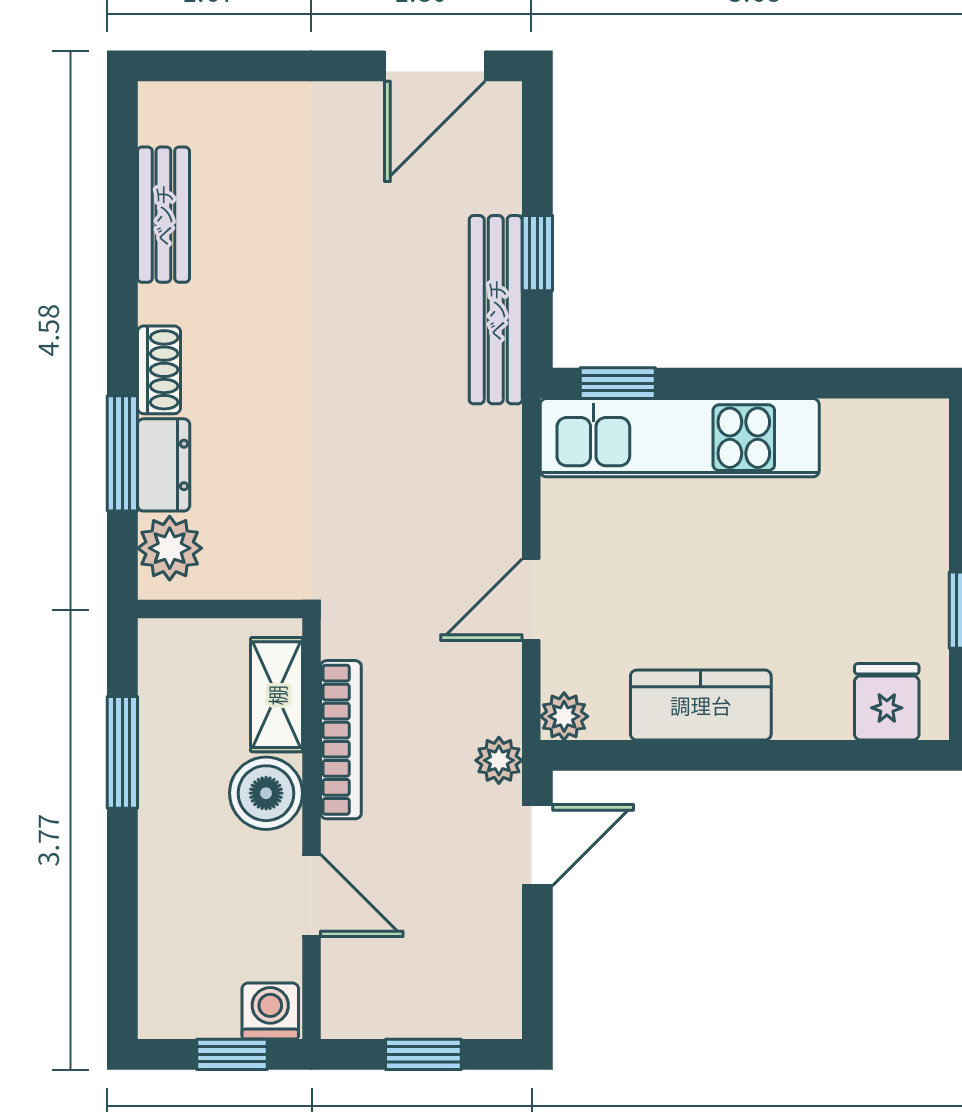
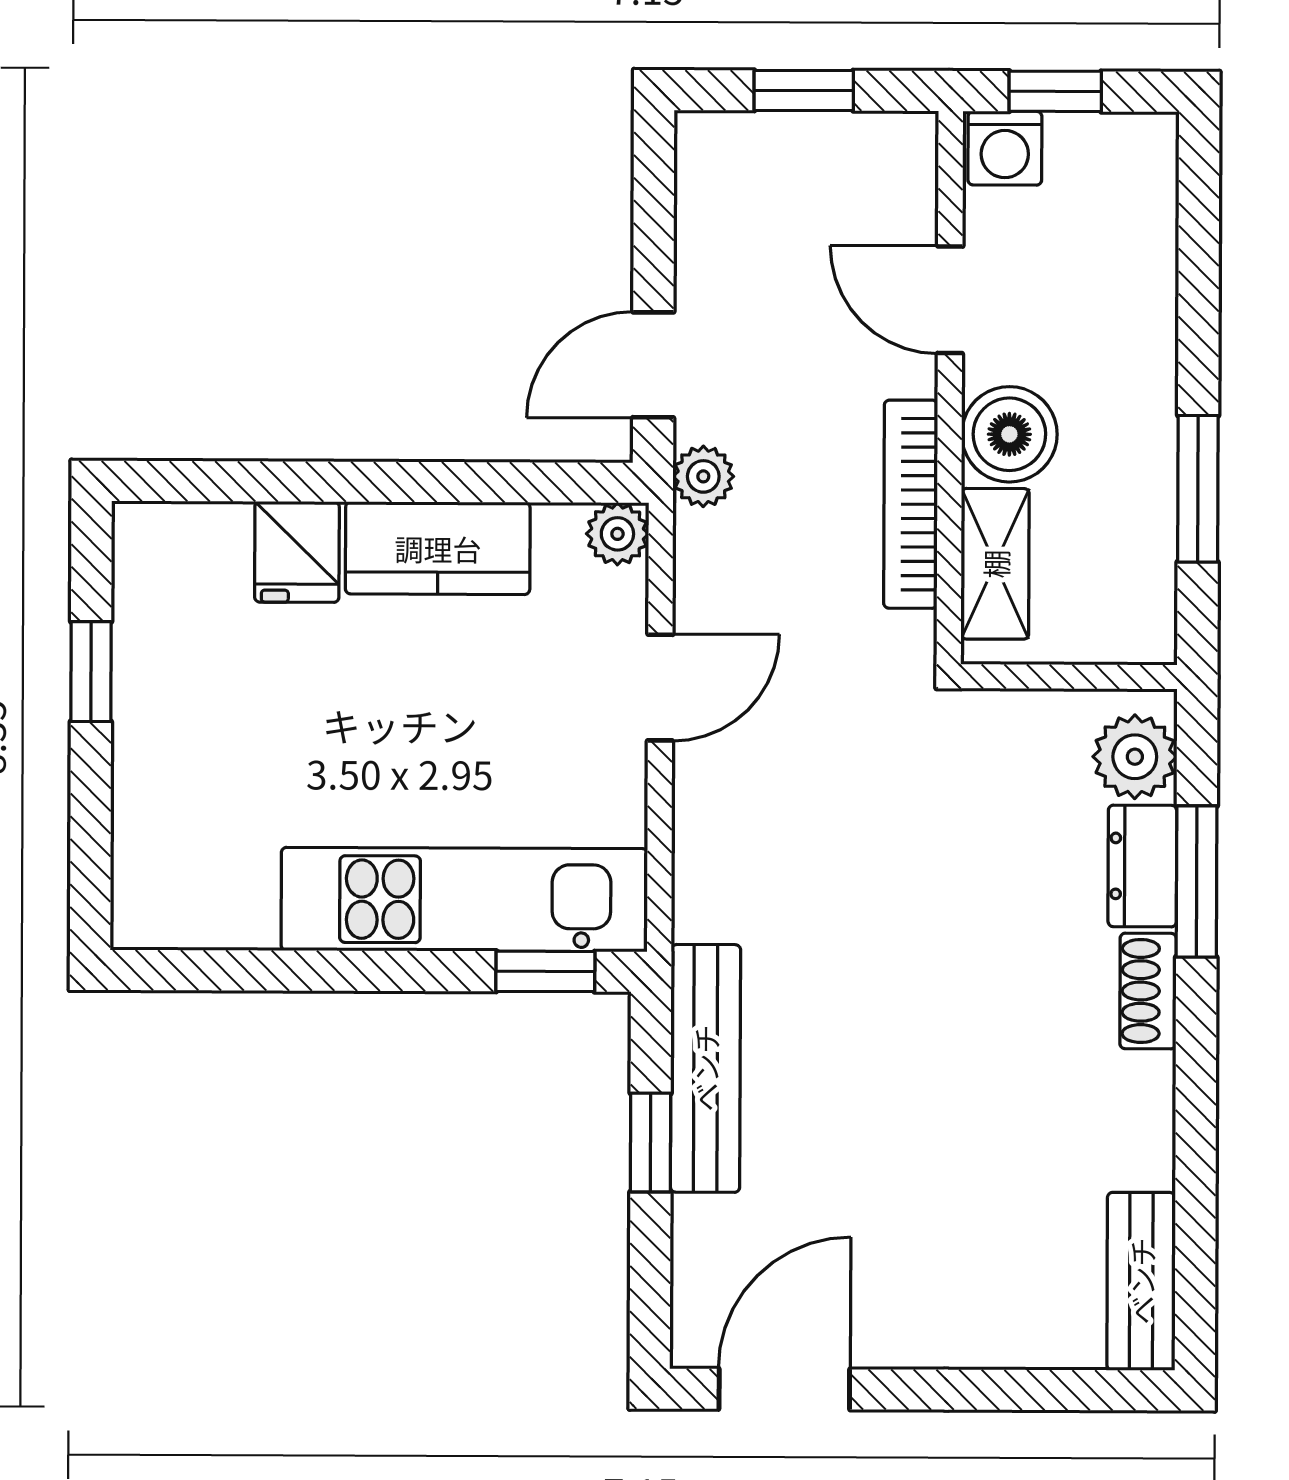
bench: (163, 215) -> (1141, 1281), moved
fridge: (887, 702) -> (297, 552), moved

